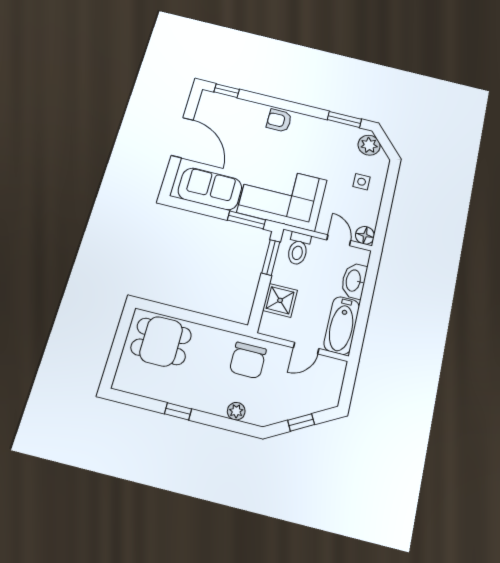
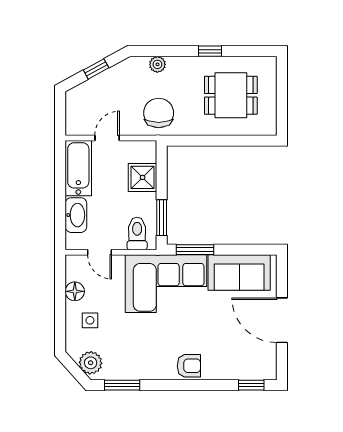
floor lamp: (365, 235) -> (75, 291), moved
dining table: (161, 341) -> (231, 95), moved

